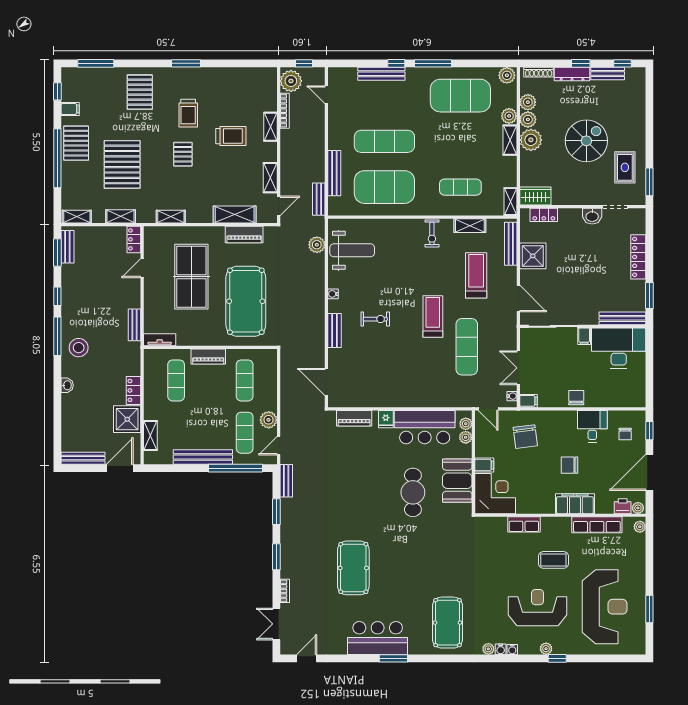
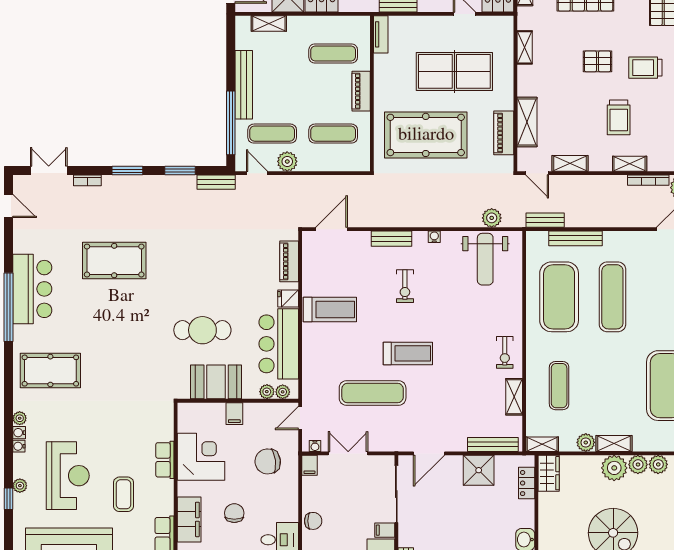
plant: (509, 116) -> (586, 442), moved
exercise bike: (432, 234) -> (505, 352), turned -90
treadmill: (476, 275) -> (330, 309), moved
corner desk: (495, 494) -> (201, 457), moved, turned -90
window: (393, 658) -> (9, 307), width x2.11

